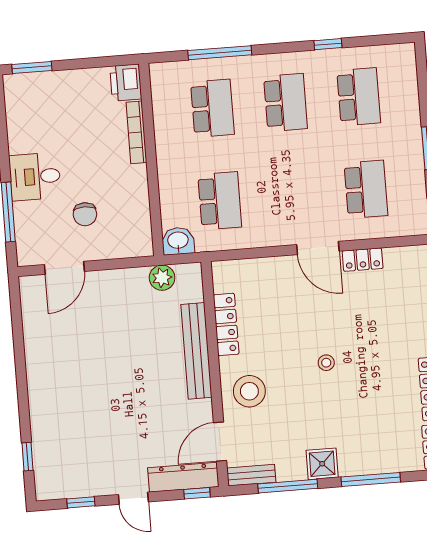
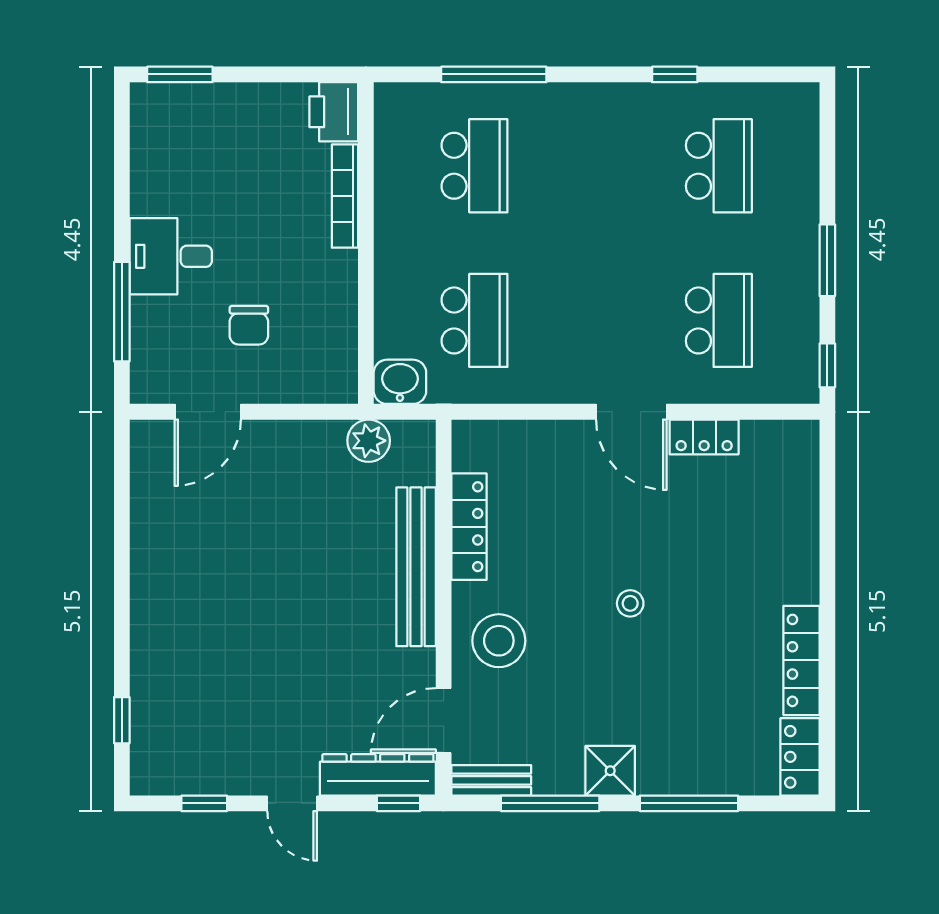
school desk: (286, 102) -> (597, 166), removed

